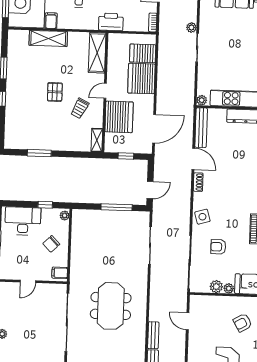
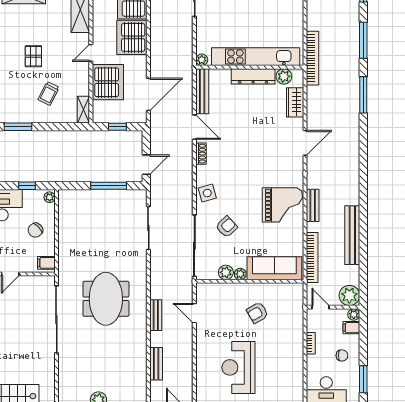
trolley: (80, 108) -> (49, 93), moved
armchair: (218, 247) -> (227, 227), turned 137
bench: (153, 335) -> (156, 315), moved

